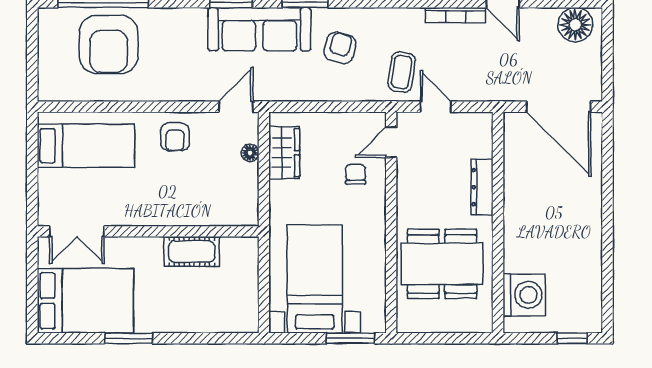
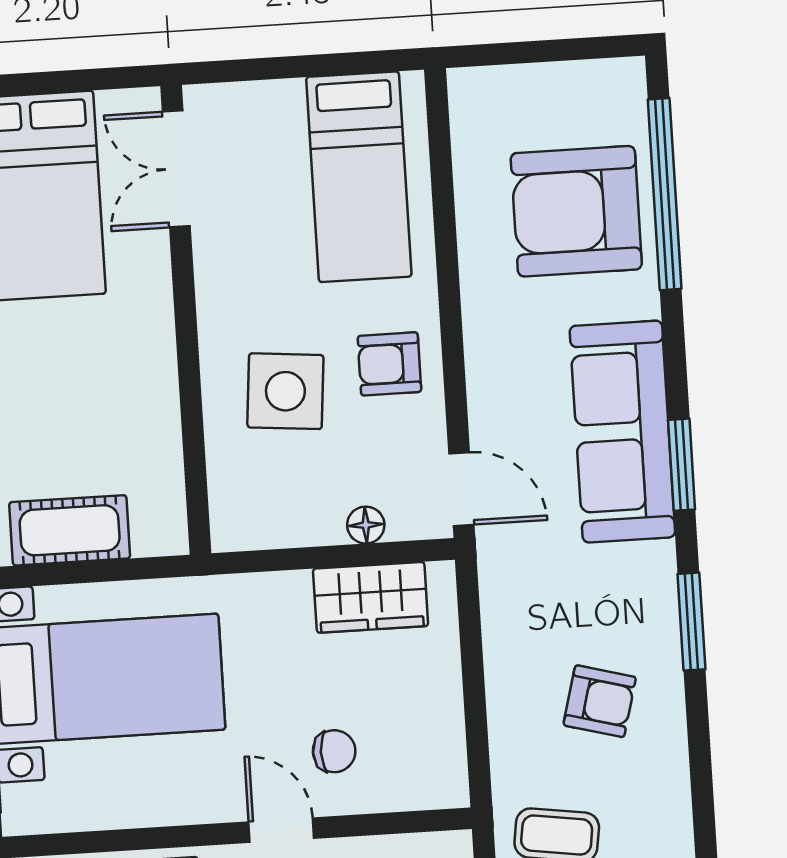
sofa: (259, 29) -> (622, 432), moved
door: (391, 142) -> (281, 830), moved
side table: (185, 187) -> (285, 391), added
cot: (192, 252) -> (70, 530), moved, turned 90

